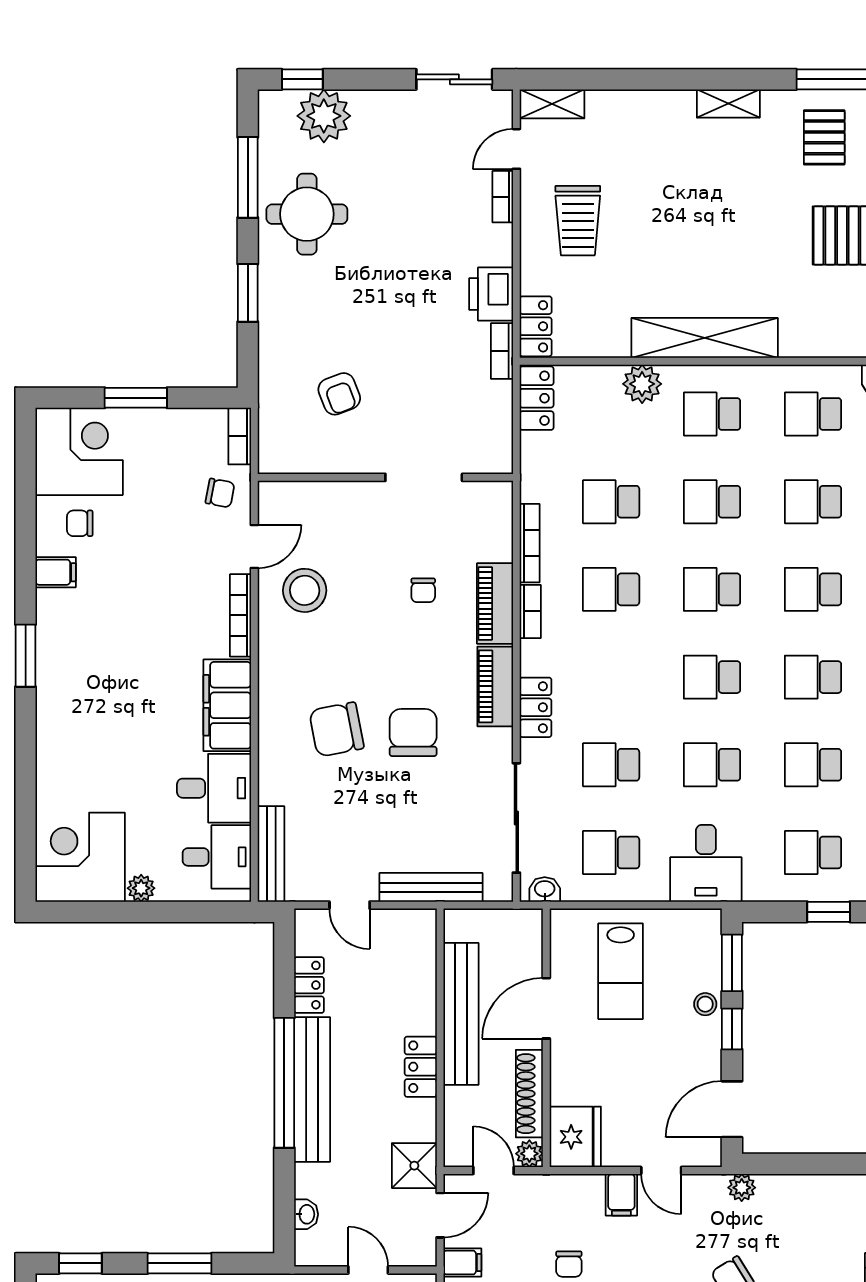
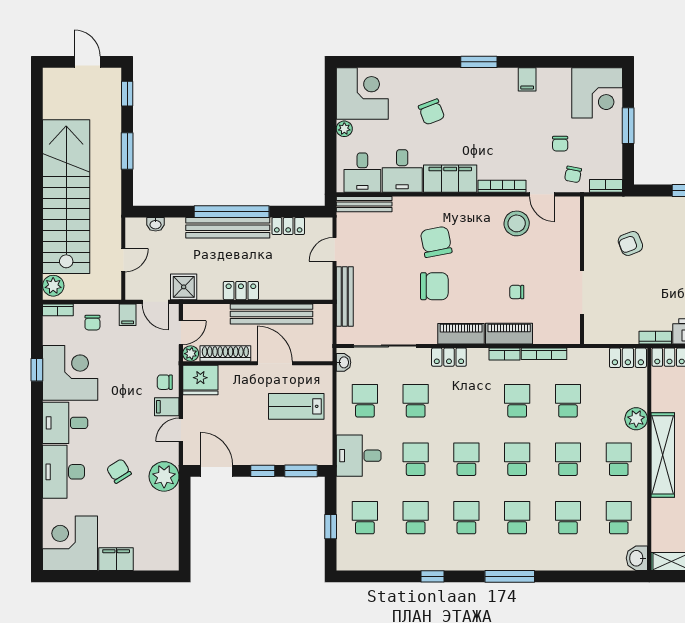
chair: (80, 523) -> (560, 144), moved, turned 180
chair: (112, 738) -> (431, 112), added
stool: (705, 1004) -> (277, 455), removed
plant: (742, 1188) -> (164, 476), width x1.88, depth x1.88
chair: (569, 1264) -> (165, 382), moved

